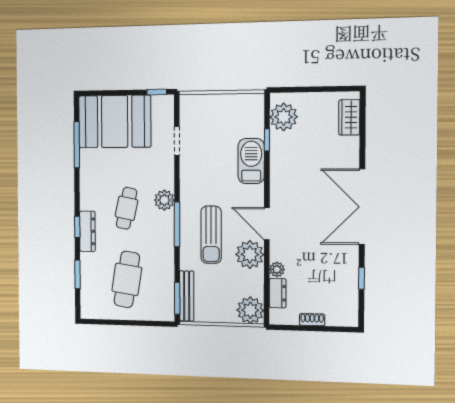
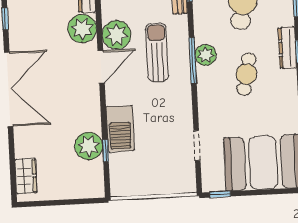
plant: (284, 117) -> (89, 146), moved
plant: (164, 200) -> (206, 55), moved
door: (267, 224) -> (101, 67), hinge flipped
plant: (277, 269) -> (82, 29), width x1.87, depth x1.87

